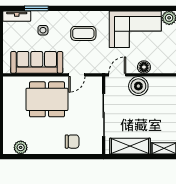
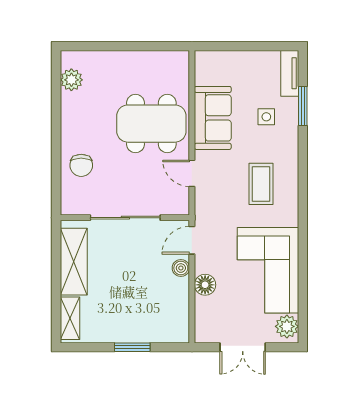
sofa: (37, 62) -> (213, 118), width x0.73
door: (117, 75) -> (192, 240), swing flipped
boiler: (138, 86) -> (181, 268), width x0.54, depth x0.54
dining table: (47, 99) -> (151, 124), turned 90

